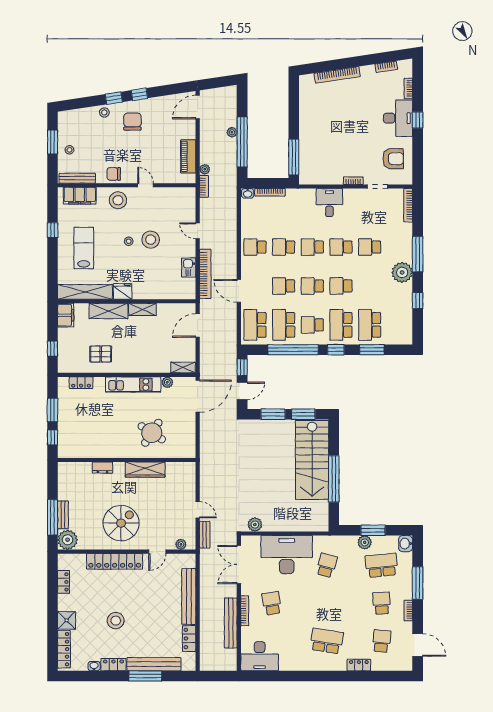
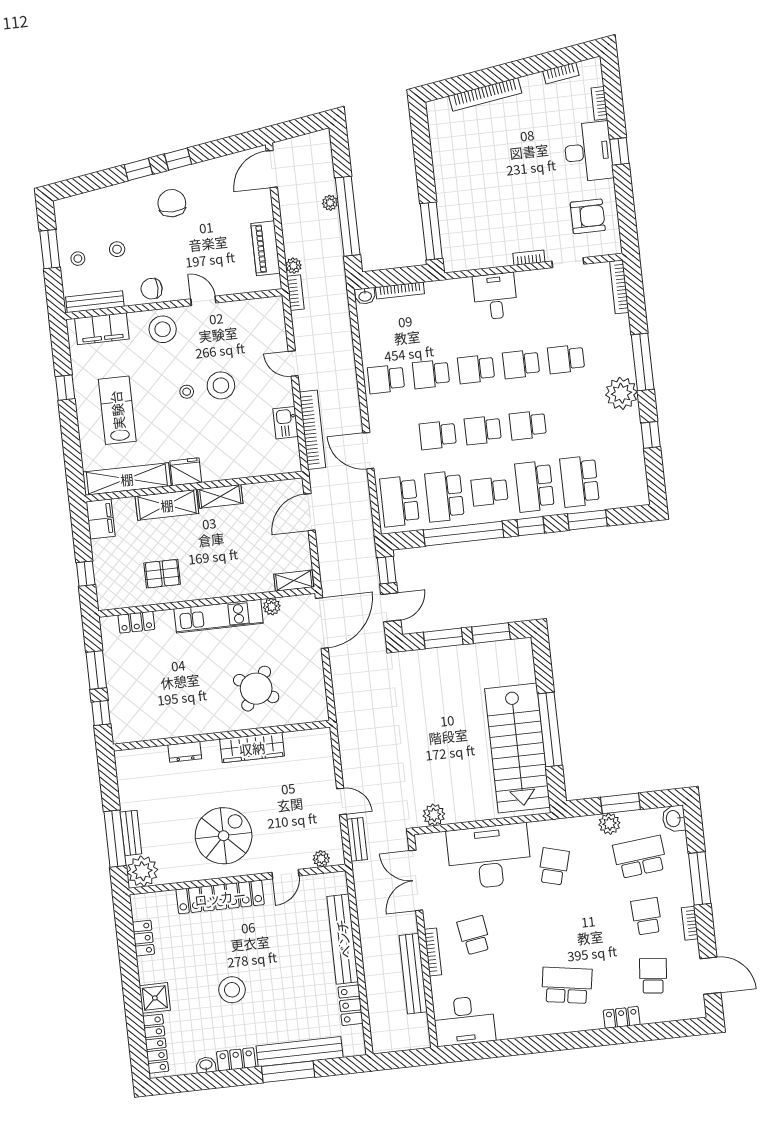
stool: (104, 112) -> (117, 249), moved
stairs: (312, 460) -> (517, 748), moved

